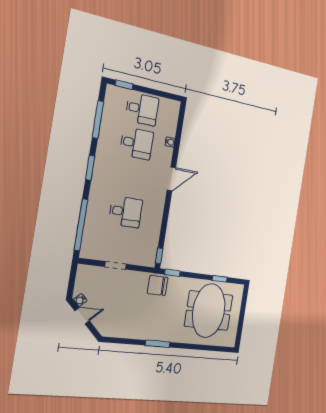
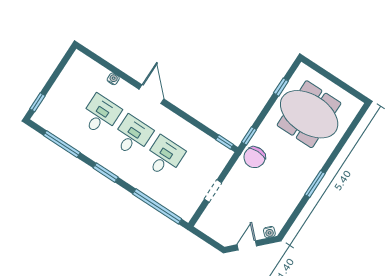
desk: (142, 109) -> (132, 136), moved
water cooler: (80, 300) -> (269, 232), moved

